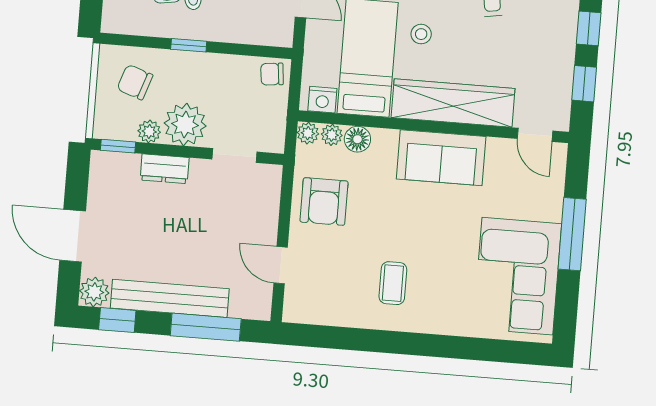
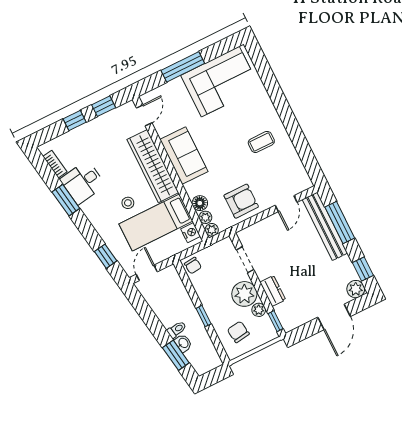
chair: (135, 82) -> (238, 332), turned 153
bench: (170, 298) -> (325, 226), moved

